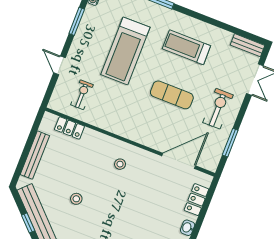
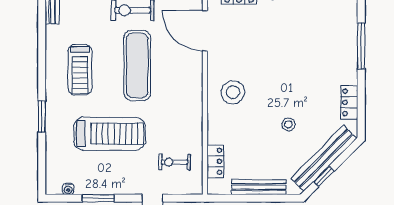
exercise mat: (172, 95) -> (137, 65), width x1.36, depth x1.45
stool: (120, 164) -> (233, 92), width x1.89, depth x1.89
window: (28, 223) -> (324, 176), moved

